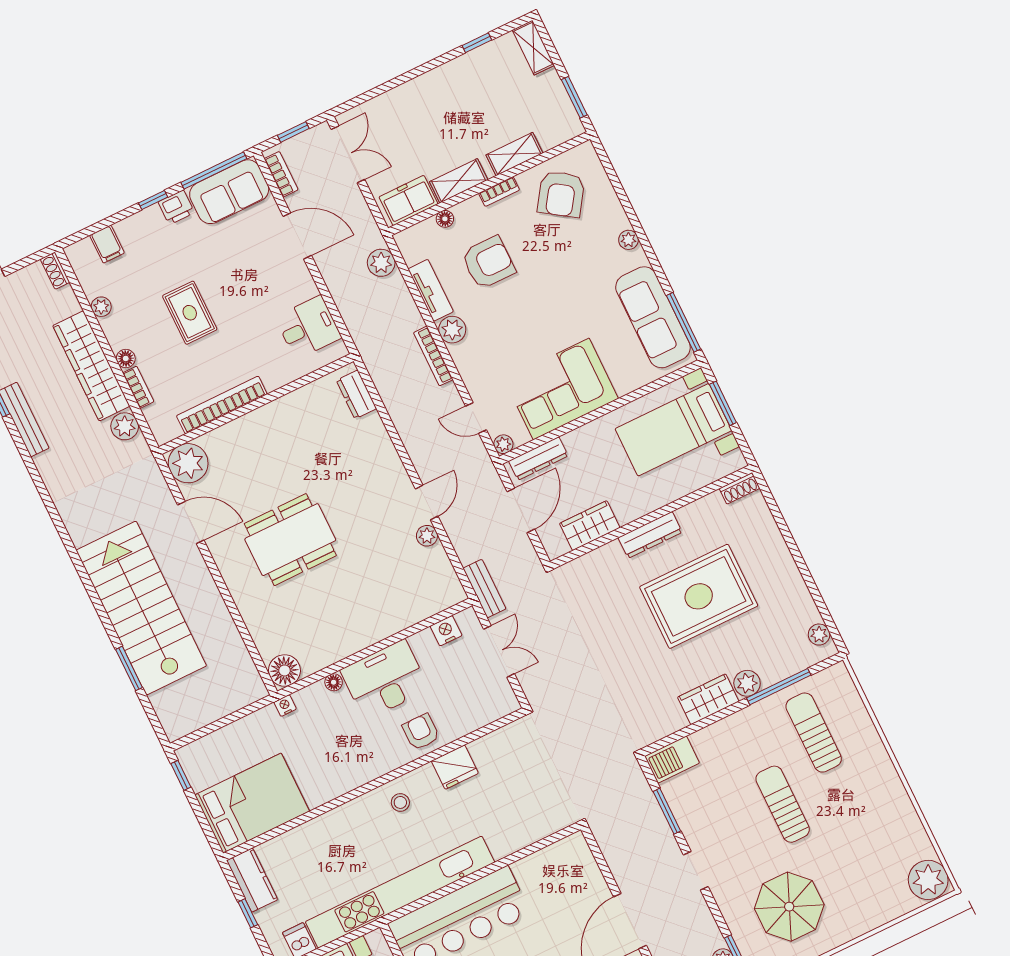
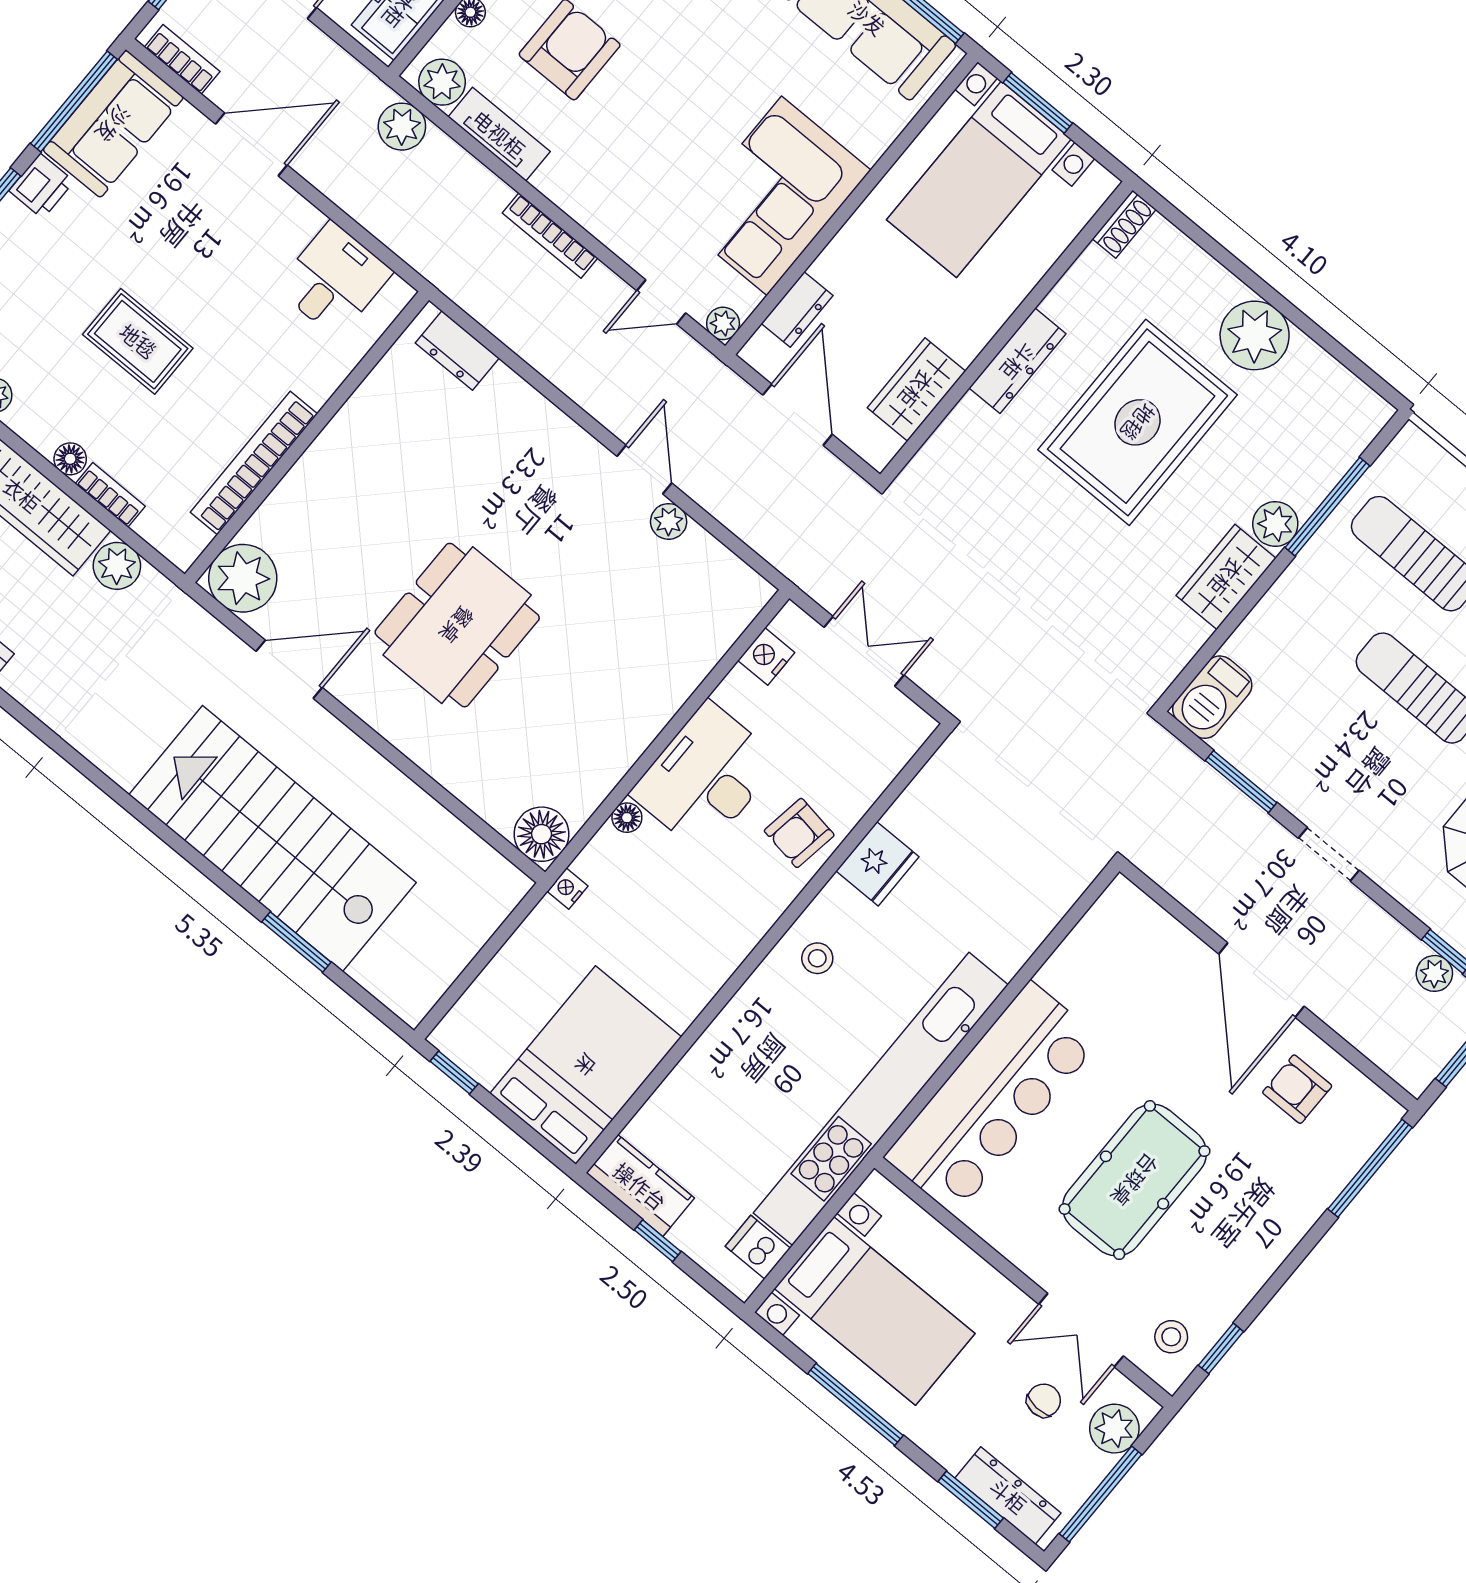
plant: (452, 330) -> (442, 82), moved
dresser: (538, 458) -> (797, 310), width x0.70
bench: (484, 589) -> (796, 563), removed
plant: (819, 635) -> (1255, 335), moved, width x1.87, depth x1.87
armchair: (421, 732) -> (799, 833), turned -81

